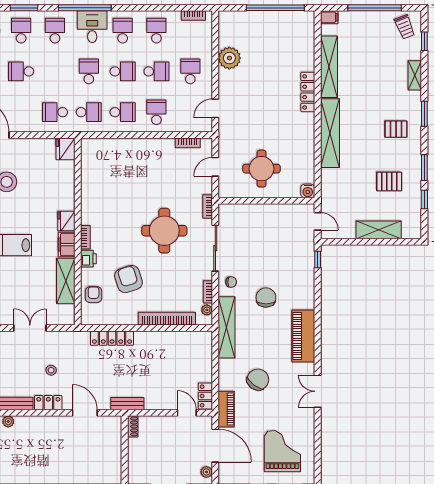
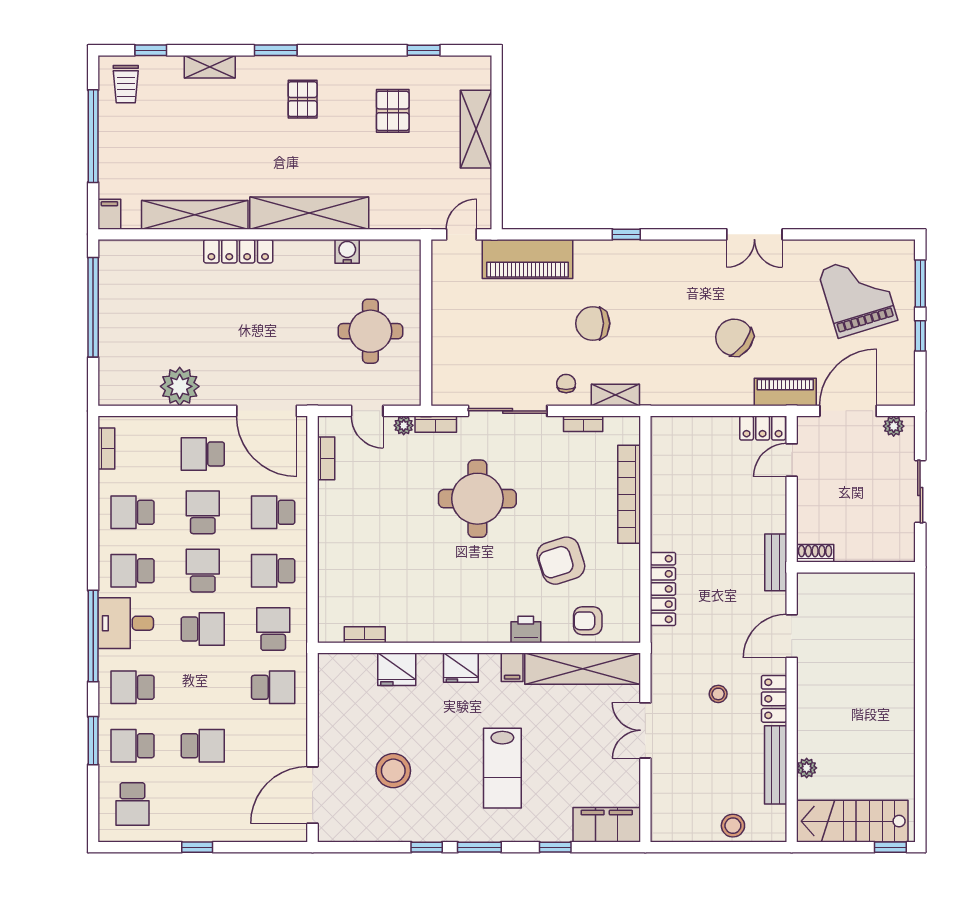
trolley: (405, 27) -> (126, 84), turned 112
school desk: (21, 71) -> (203, 746), turned -90
school desk: (89, 71) -> (203, 629), turned 180
door: (215, 108) -> (267, 411), width x1.87
school desk: (55, 112) -> (273, 687), turned -90
school desk: (123, 112) -> (273, 571), turned -90
fridge: (65, 149) -> (397, 669), moved
window: (424, 168) -> (369, 50), removed
water cooler: (308, 191) -> (347, 251), moved, turned -90
bookcase: (85, 237) -> (365, 635), moved
filing cabinet: (67, 245) -> (512, 667), width x0.50
window: (318, 259) -> (626, 234), moved
shelving: (66, 281) -> (583, 669), width x1.47
plant: (207, 310) -> (404, 425), moved
shelving: (227, 327) -> (615, 395), width x0.45, depth x0.75
piano: (303, 336) -> (528, 259), moved
grand piano: (282, 451) -> (858, 295), turned 73

